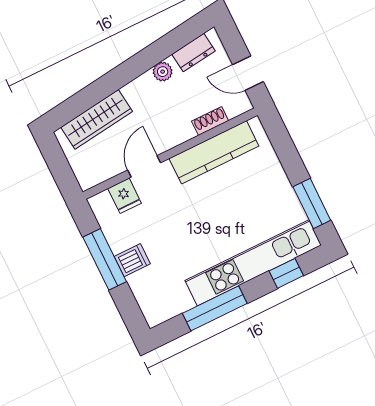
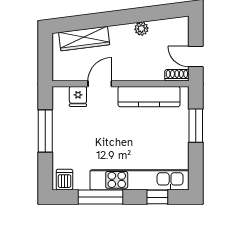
dresser: (194, 53) -> (167, 26), removed
shoe rack: (210, 121) -> (177, 75), moved
window: (312, 203) -> (196, 126), moved
dishwasher: (132, 260) -> (64, 180), moved, turned -90

